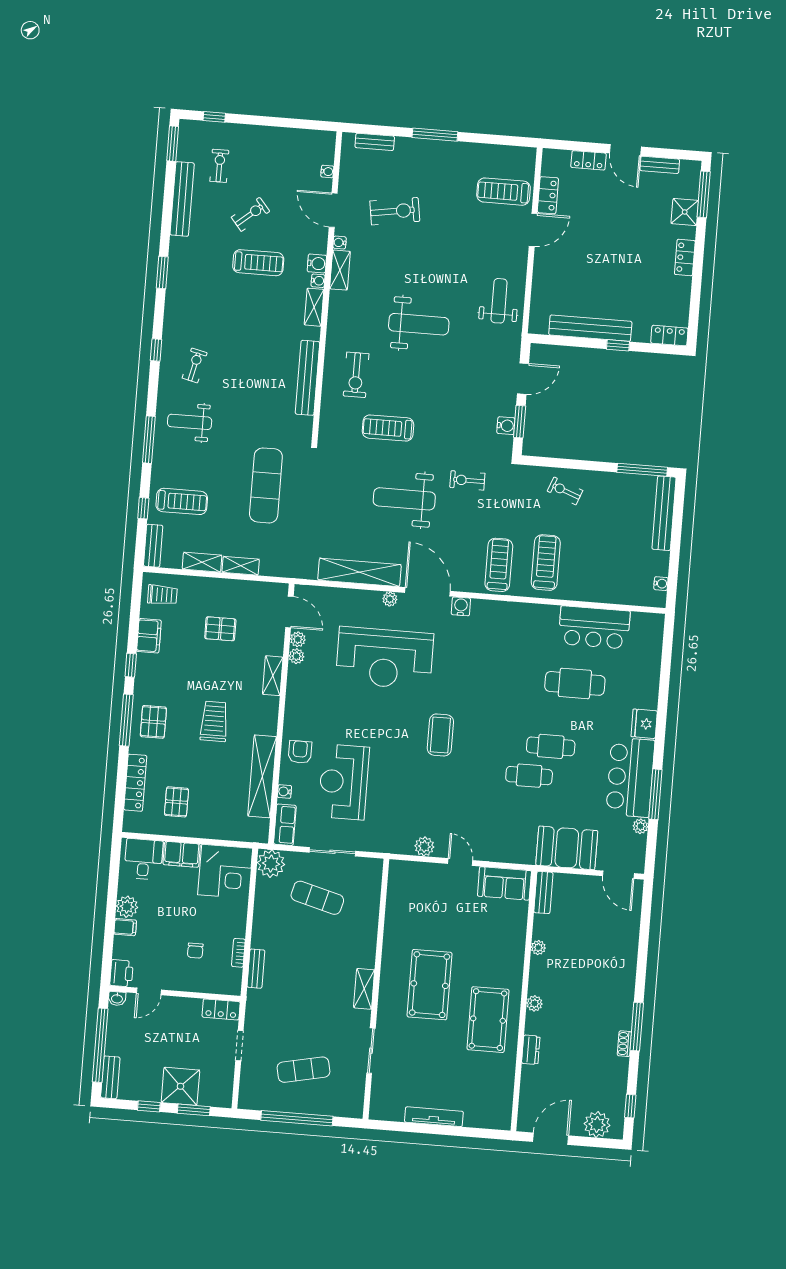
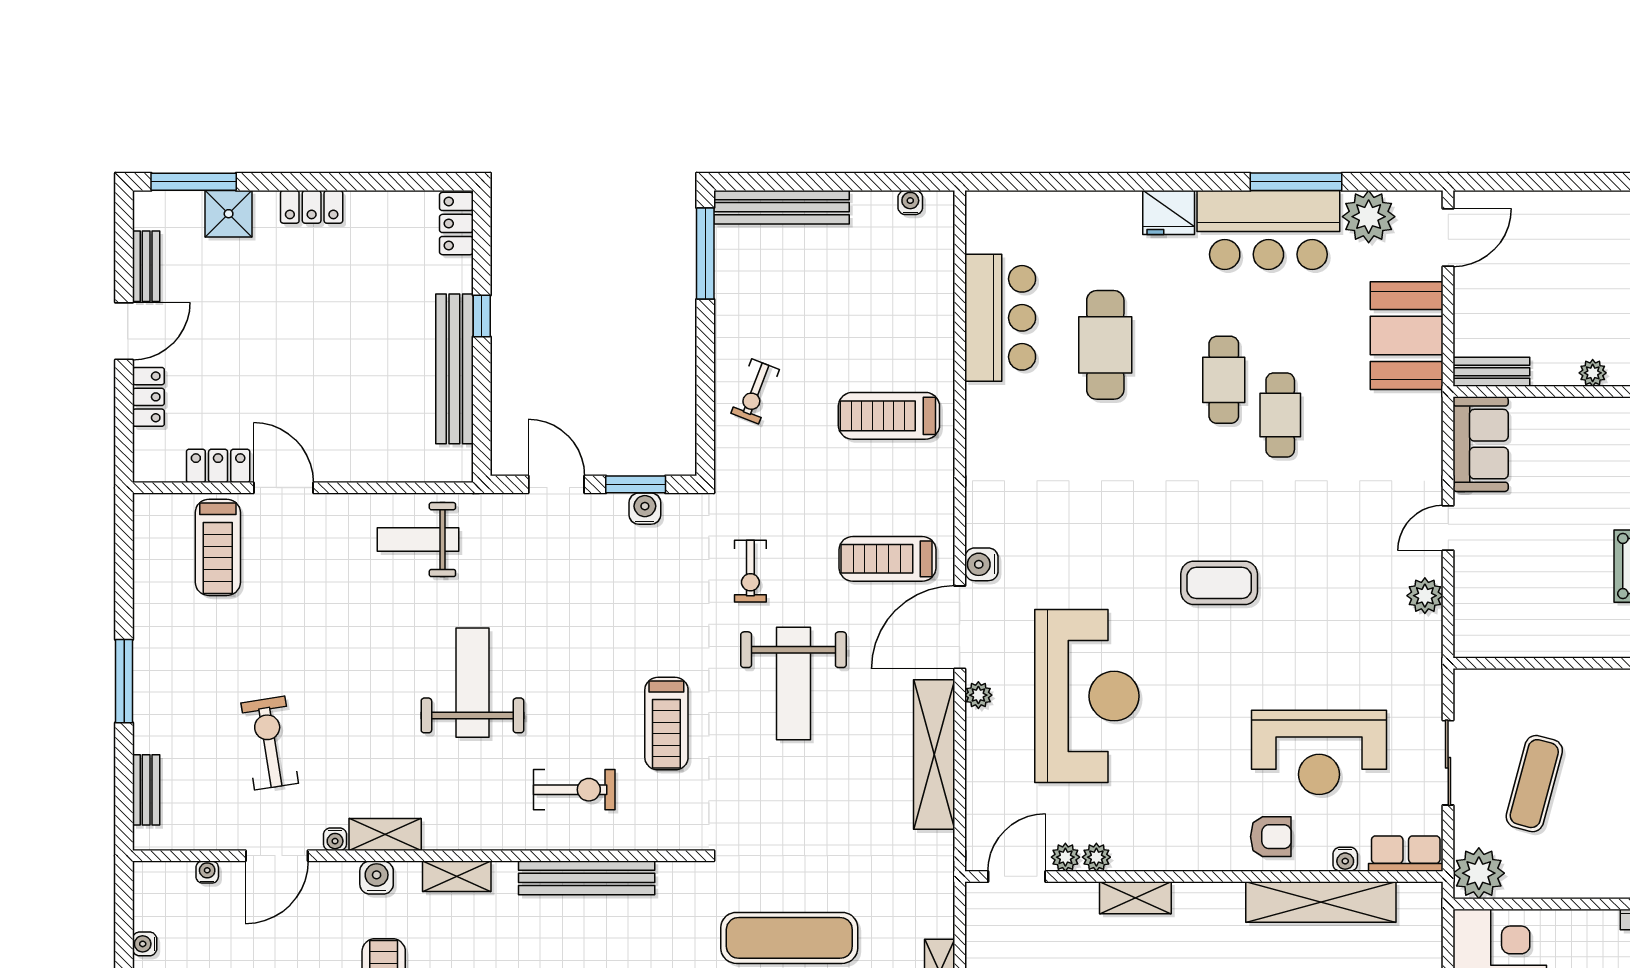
water cooler: (318, 281) -> (145, 944), moved, turned -90
treadmill: (499, 565) -> (888, 559), moved
armchair: (300, 752) -> (1271, 837), turned 180
plant: (640, 826) -> (1369, 217), width x1.87, depth x1.87

